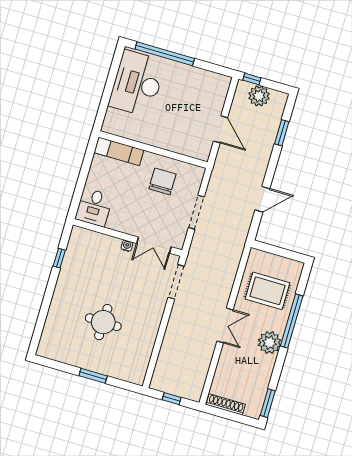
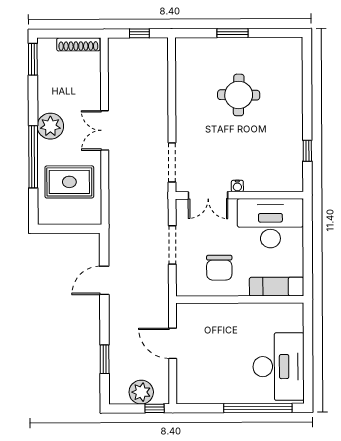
desk: (94, 207) -> (270, 223), width x1.87, depth x1.30
double door: (154, 245) -> (208, 195), swing flipped

